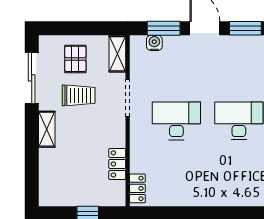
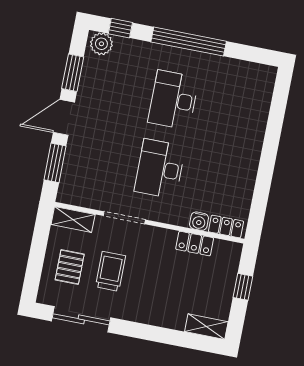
water cooler: (154, 43) -> (199, 221), moved, turned -90
pallet: (75, 59) -> (70, 267), turned 90
shelving: (47, 129) -> (206, 327), moved

